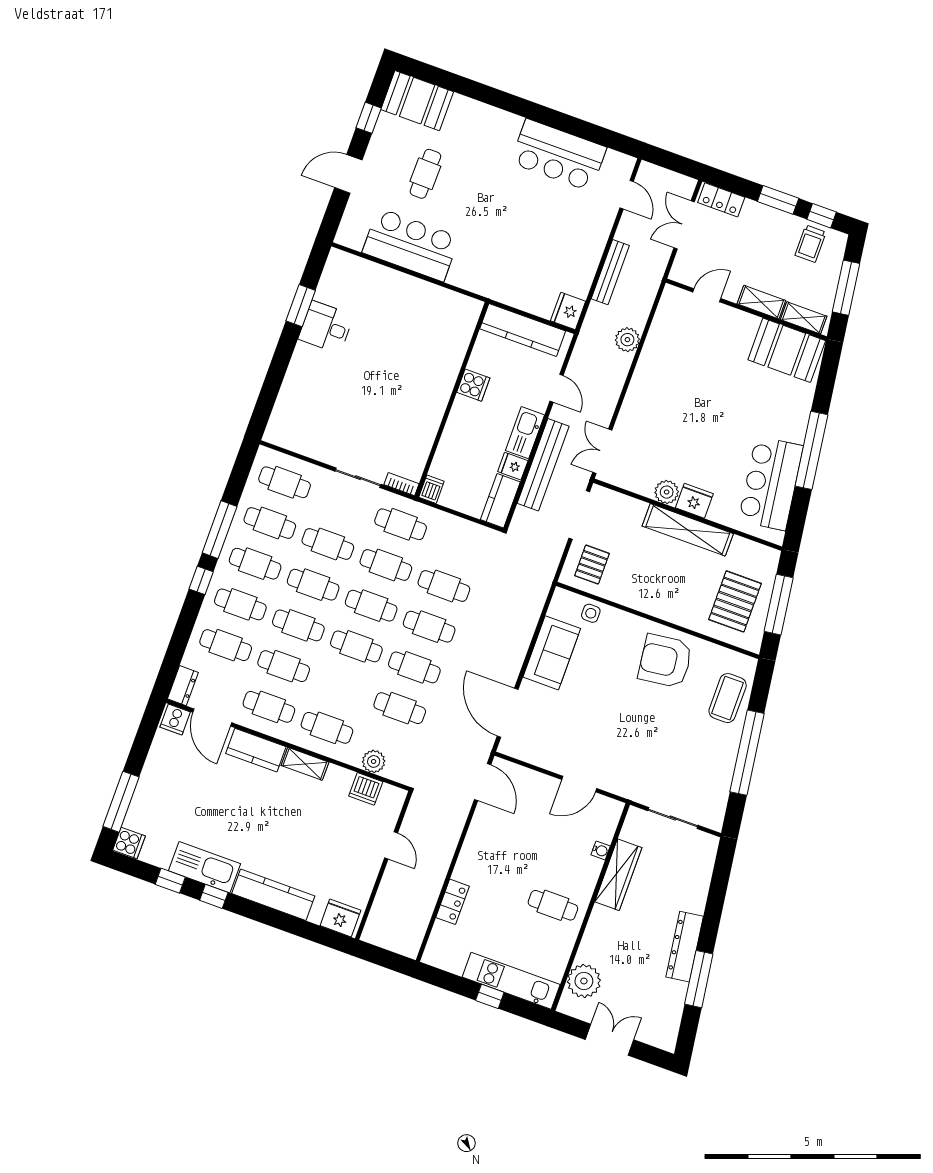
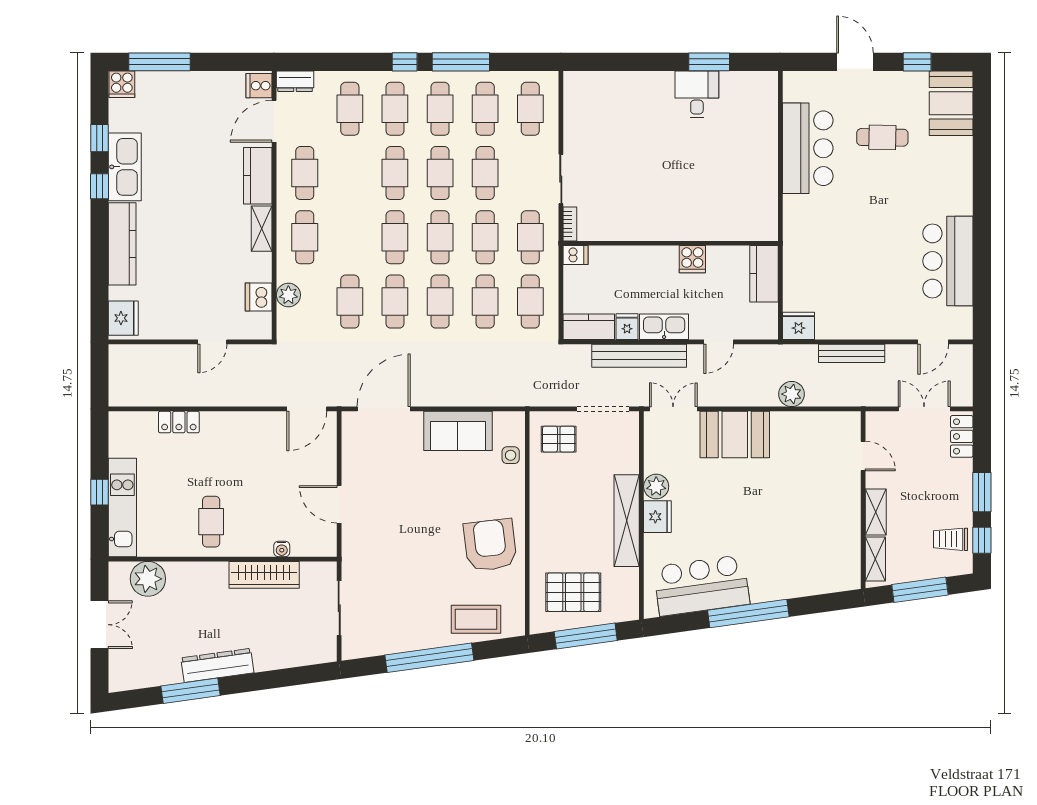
kitchen counter: (523, 330) -> (764, 274), width x0.67
booth: (787, 350) -> (735, 435), moved, turned 90
cafe table: (284, 666) -> (530, 302), moved

